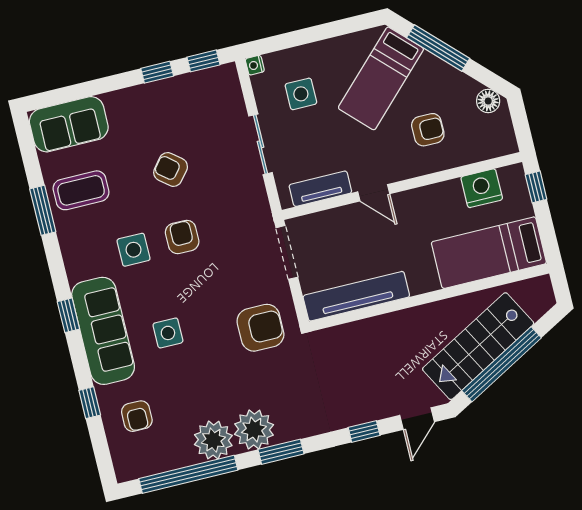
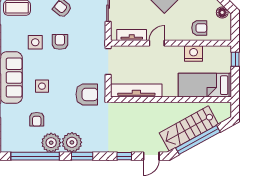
armchair: (428, 130) -> (199, 28), moved
nightstand: (482, 188) -> (194, 53), moved
door: (374, 193) -> (157, 43), swing flipped
armchair: (137, 416) -> (37, 119), moved

